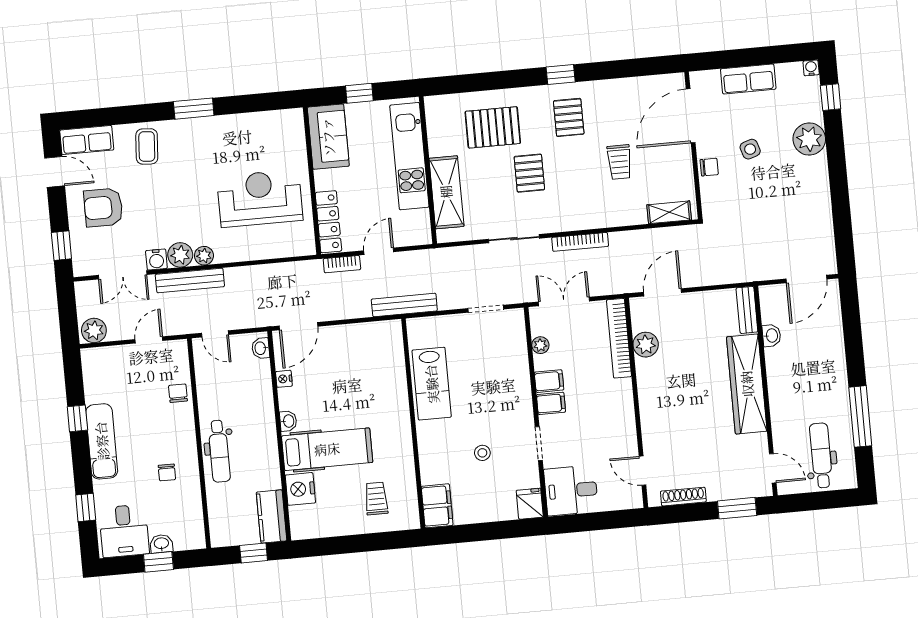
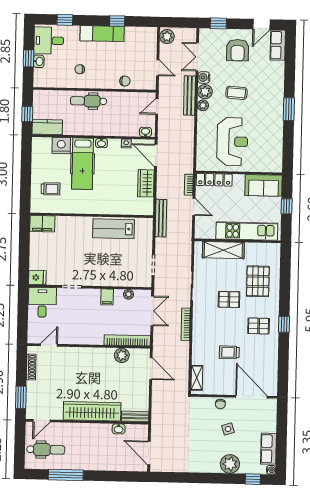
row of seats: (748, 79) -> (268, 449), moved
coffee table: (147, 146) -> (236, 93), moved
armchair: (103, 207) -> (238, 50), turned 180
wardrobe: (348, 337) -> (146, 183), added
filing cabinet: (551, 403) -> (94, 297), removed
stool: (482, 453) -> (70, 253), removed

